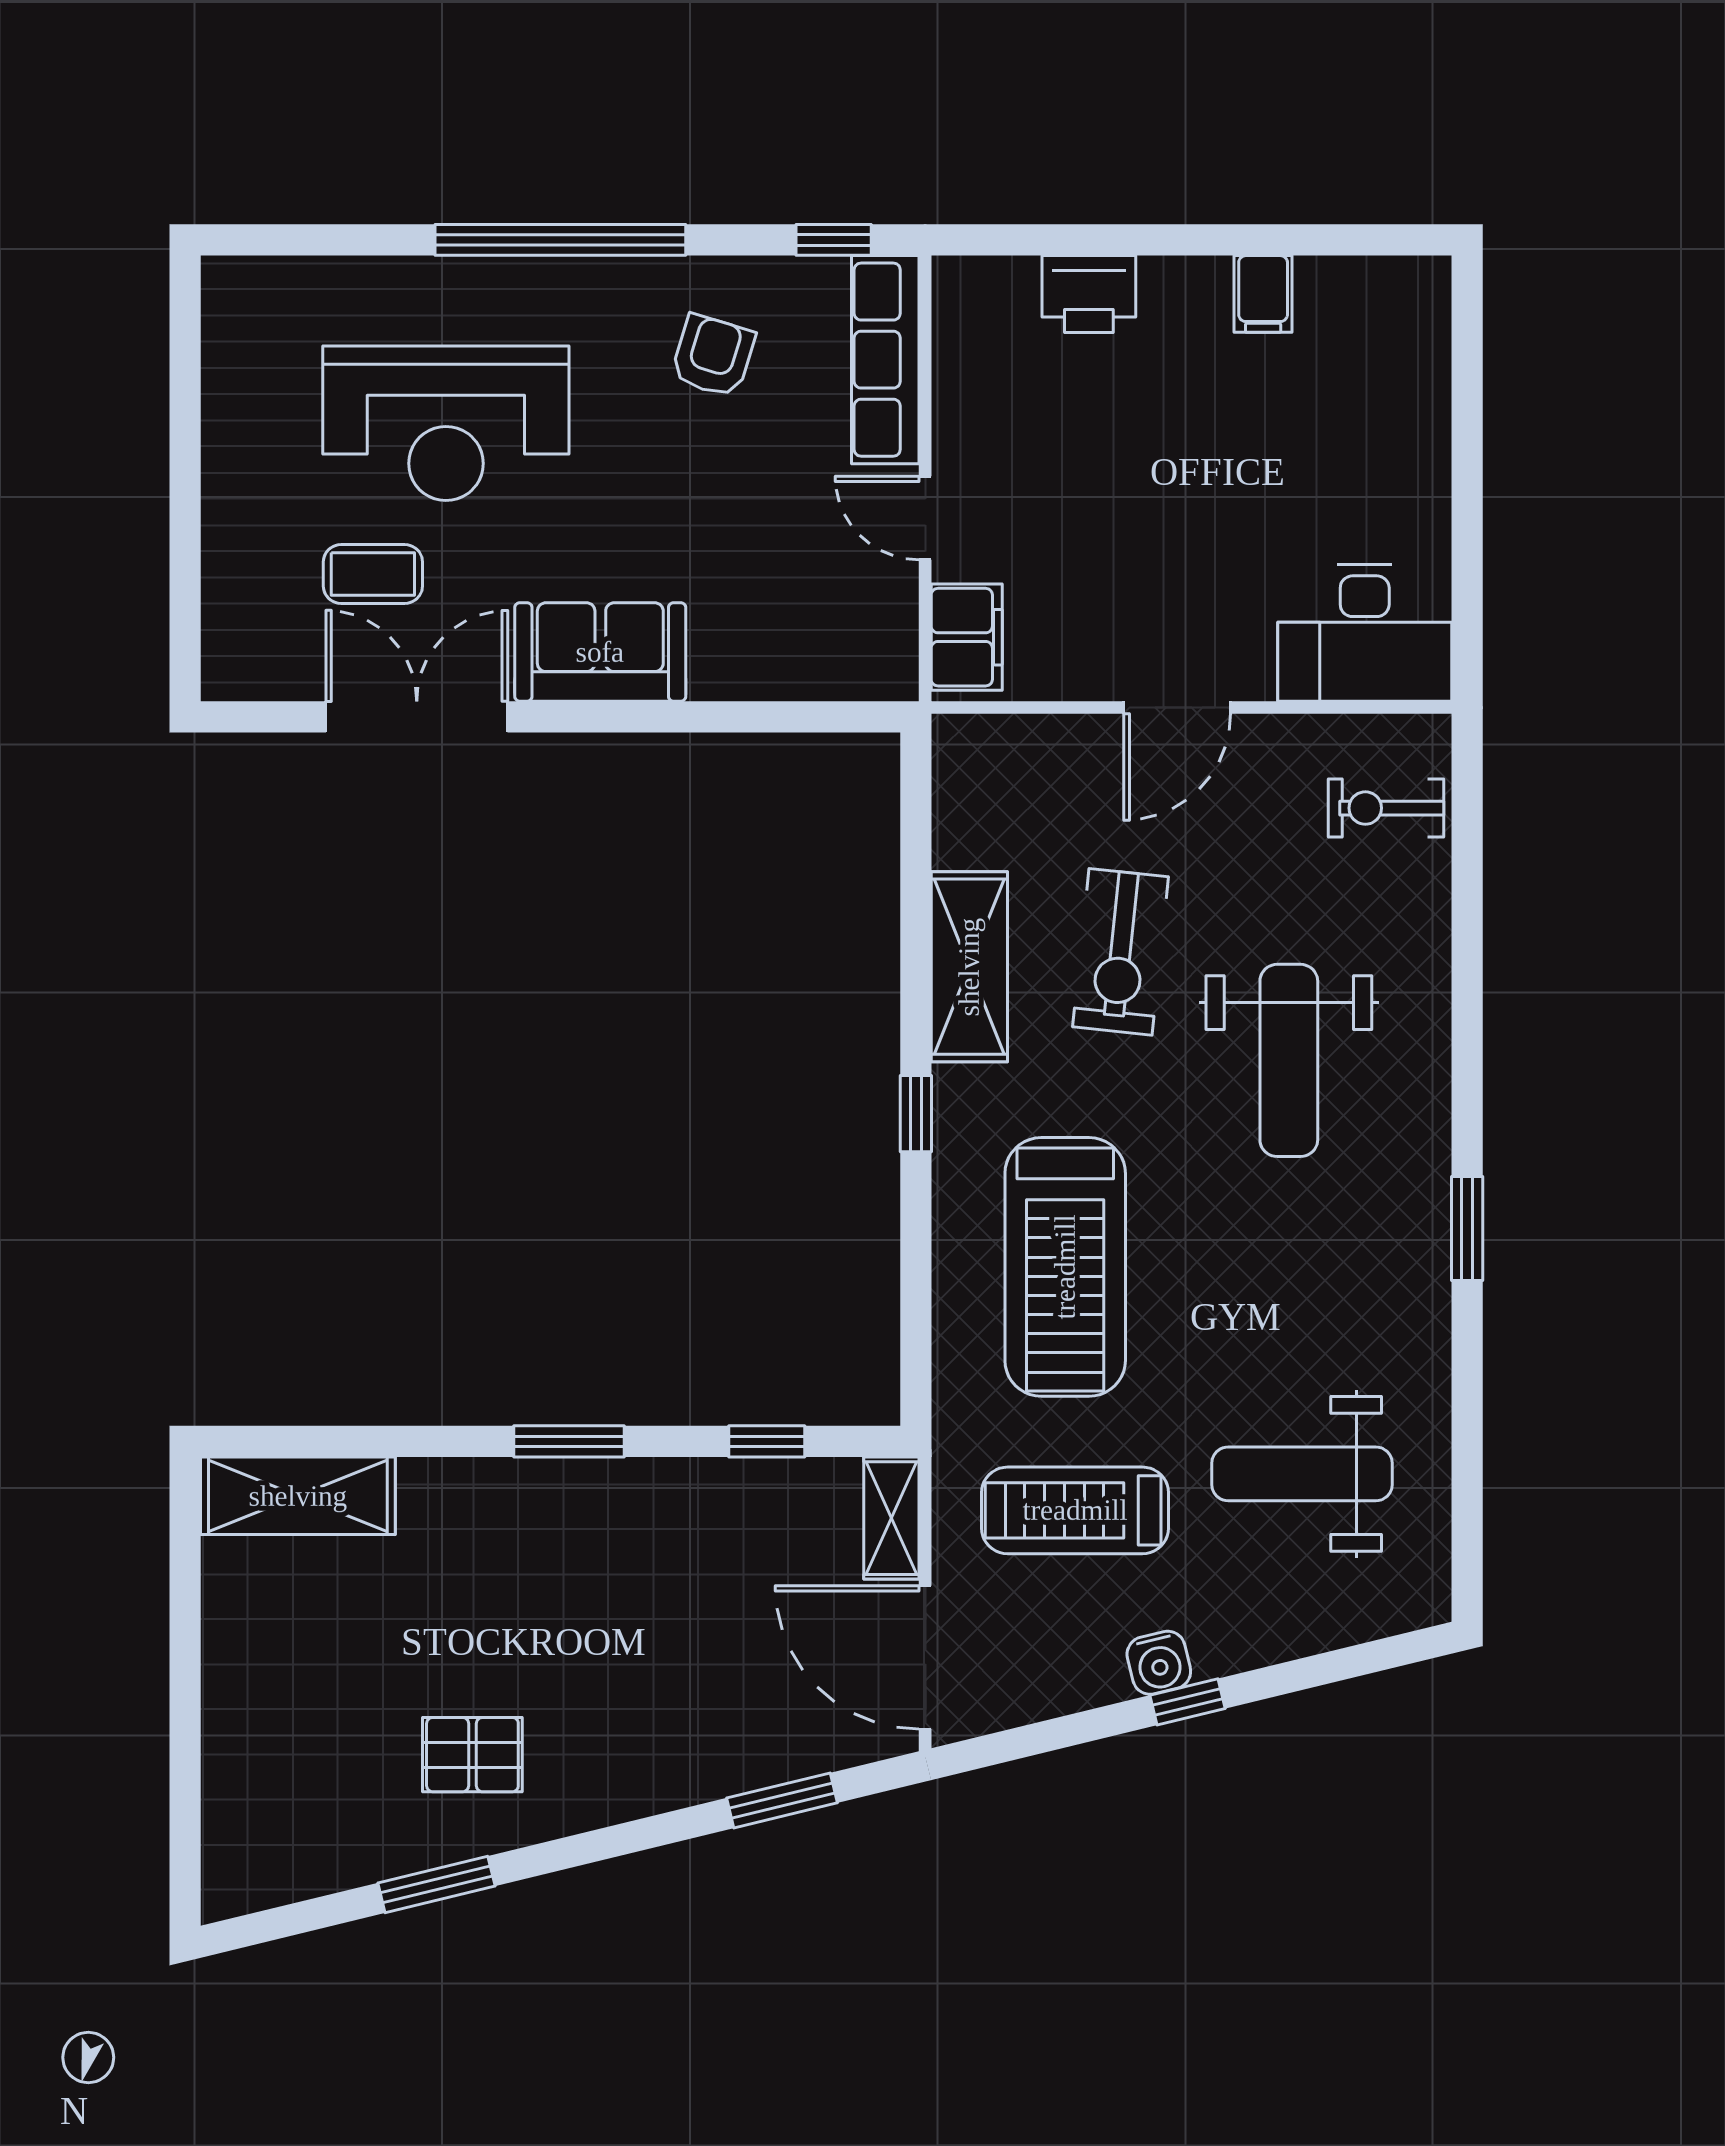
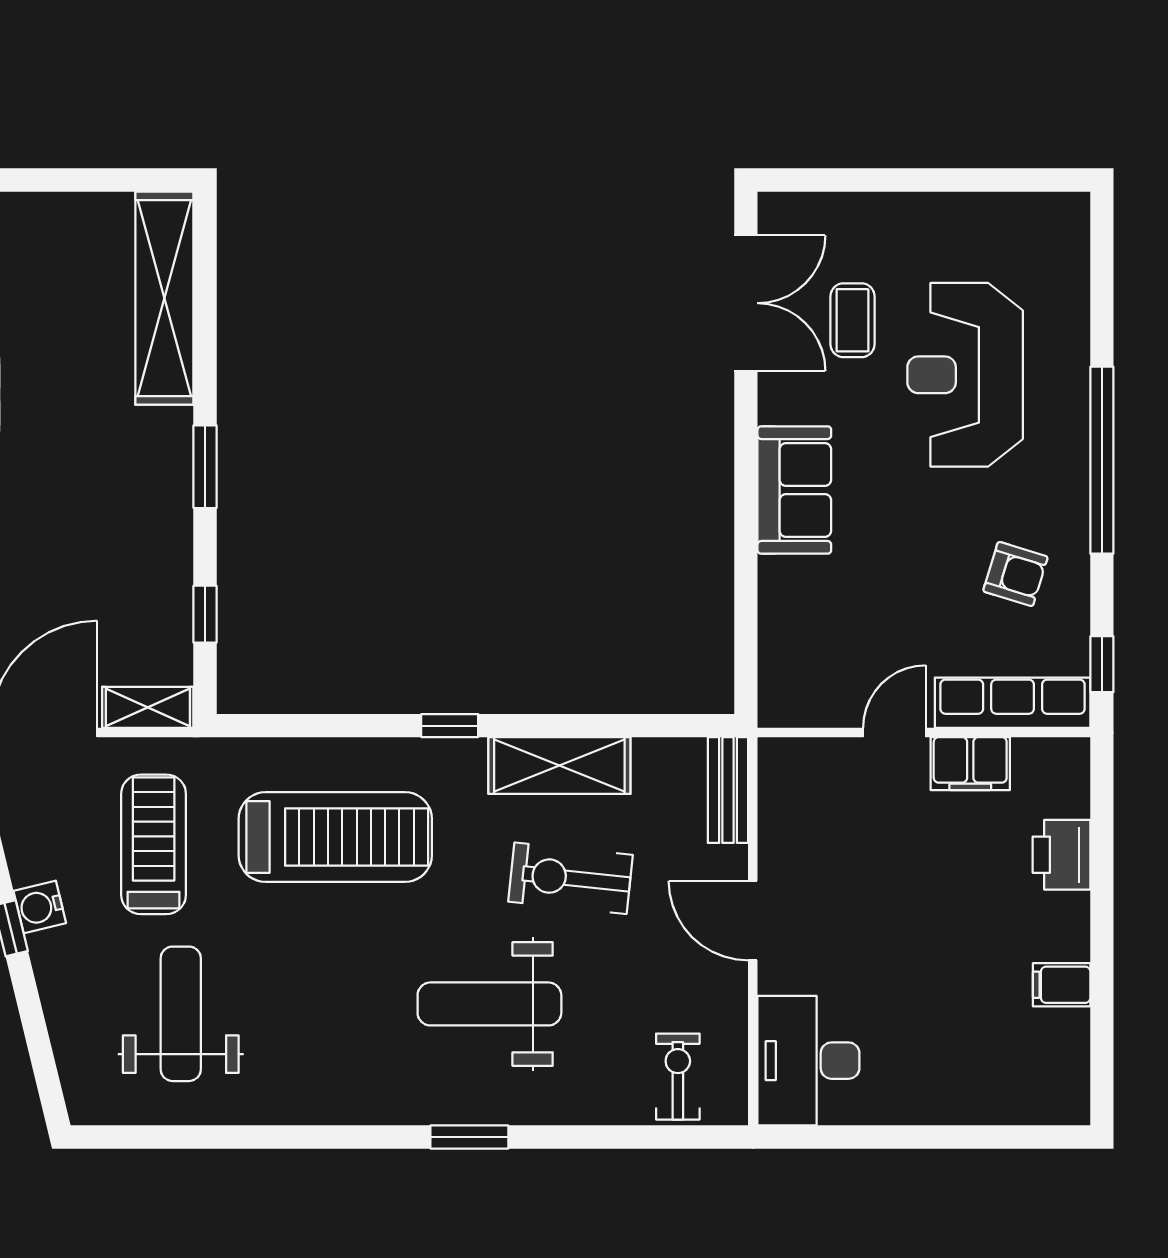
filing cabinet: (967, 637) -> (970, 764), moved
double door: (417, 717) -> (746, 303), moved
bench: (1002, 741) -> (728, 790), added
window: (1467, 1229) -> (469, 1137), moved
treadmill: (1065, 1267) -> (335, 837), turned 180
shelving: (298, 1496) -> (164, 298), width x1.47

